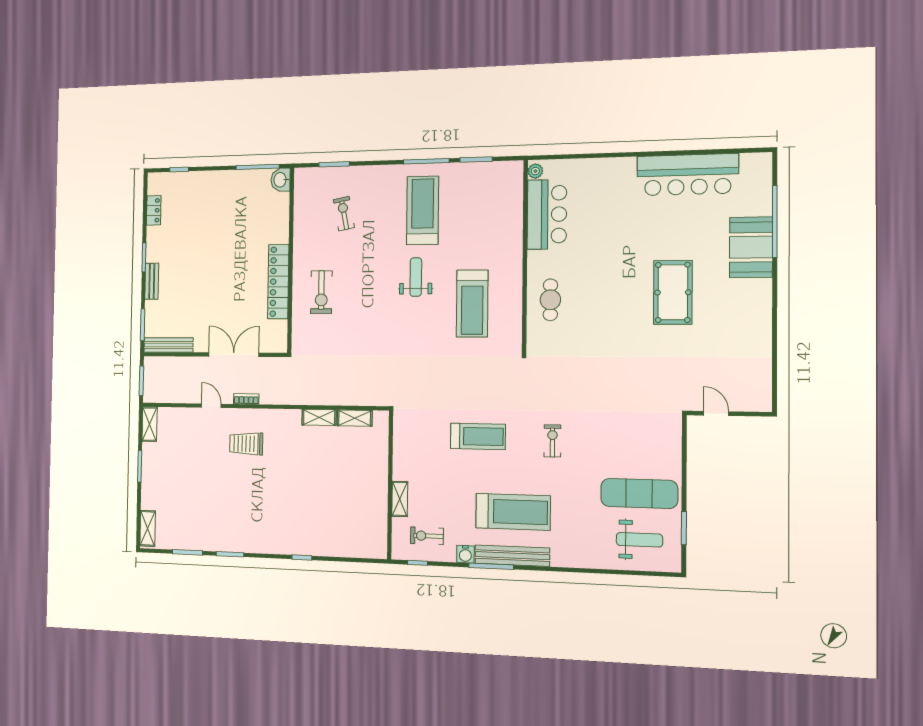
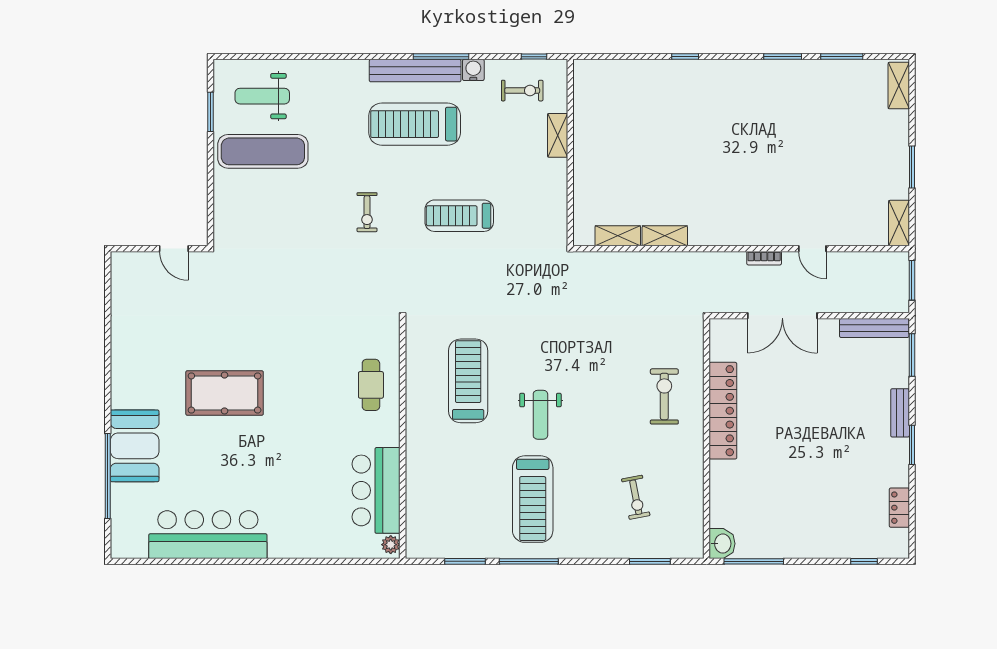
pool table: (673, 292) -> (225, 393), turned 90
trolley: (246, 444) -> (763, 200), removed

